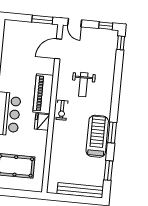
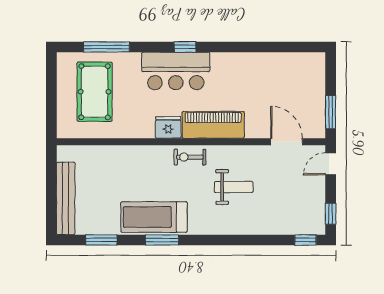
weight bench: (83, 85) -> (234, 187), turned 180
treadmill: (97, 136) -> (154, 217), turned 180

